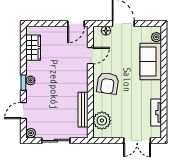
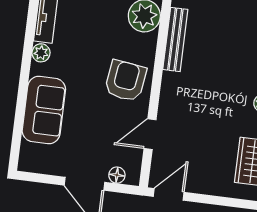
plant: (156, 37) -> (41, 53), moved

